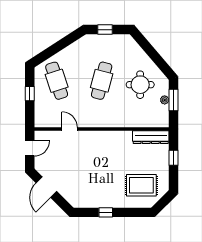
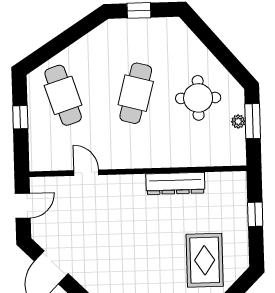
dresser: (151, 137) -> (175, 183), moved
rug: (141, 185) -> (205, 260), turned 90

